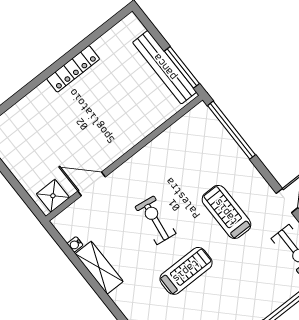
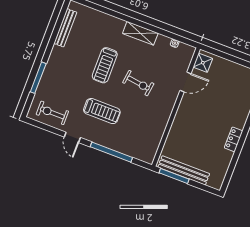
locker: (73, 69) -> (234, 139), width x0.66
window: (231, 130) -> (111, 152), moved
shelving: (99, 268) -> (140, 33), moved

